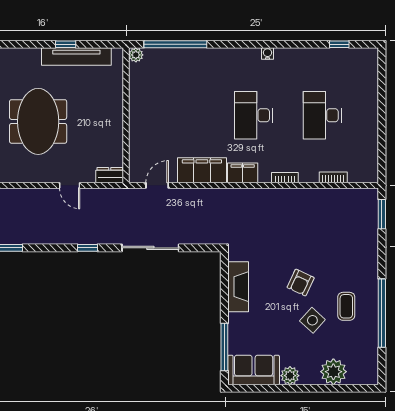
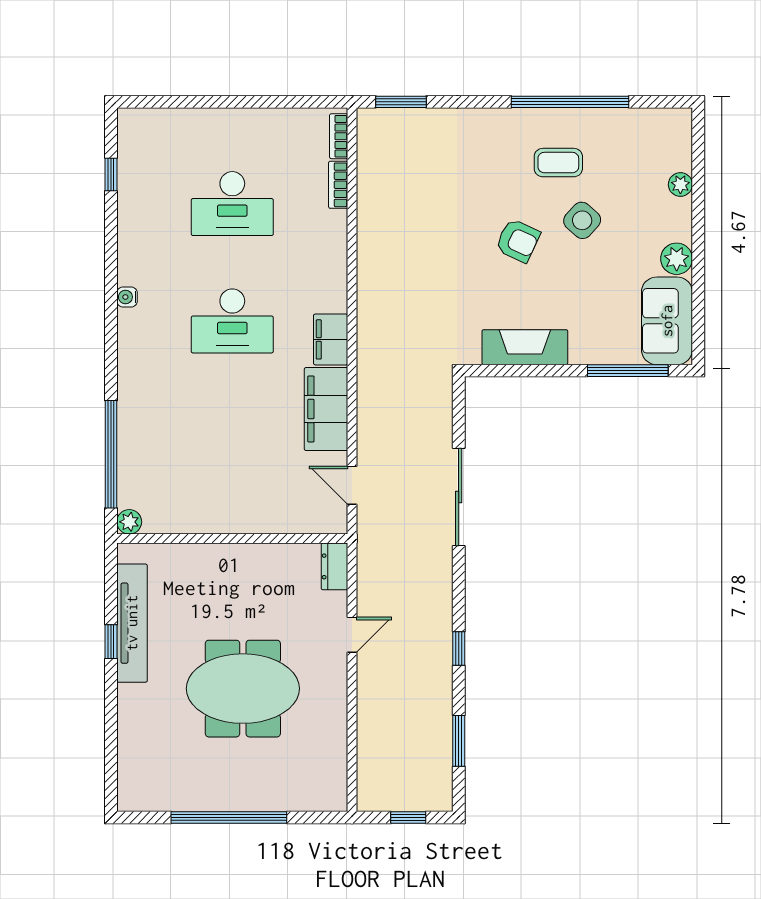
bookcase: (285, 178) -> (339, 136), moved
window: (87, 248) -> (459, 648), moved
plant: (333, 372) -> (680, 185), width x0.53, depth x0.53

